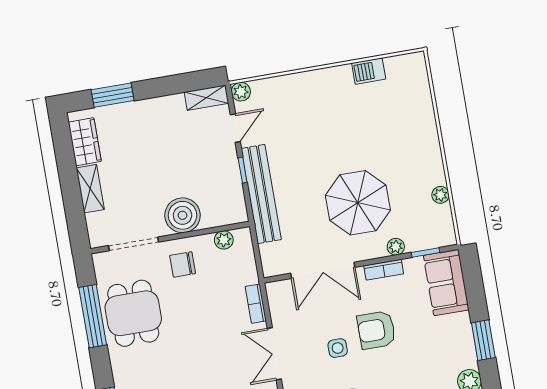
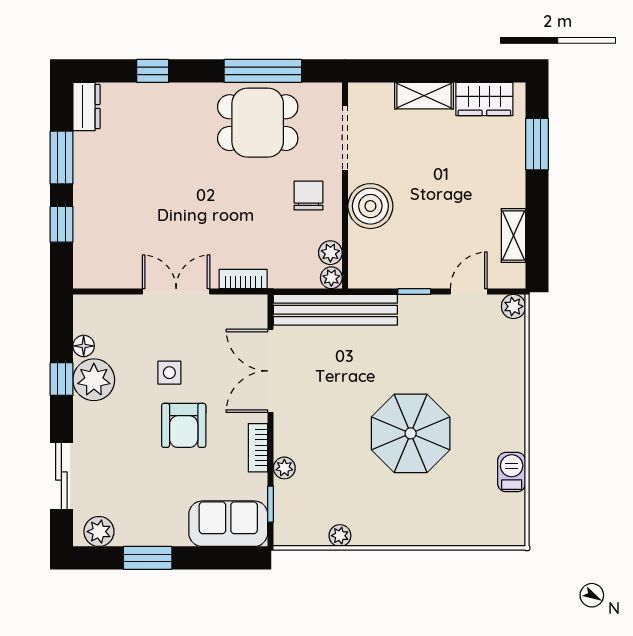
shelving: (206, 98) -> (514, 235), moved
door: (235, 128) -> (469, 292), swing flipped
bench: (261, 194) -> (335, 310), moved
parasol: (358, 203) -> (411, 433), moved
plant: (243, 236) -> (331, 278), added
armchair: (376, 330) -> (184, 425), turned 180

